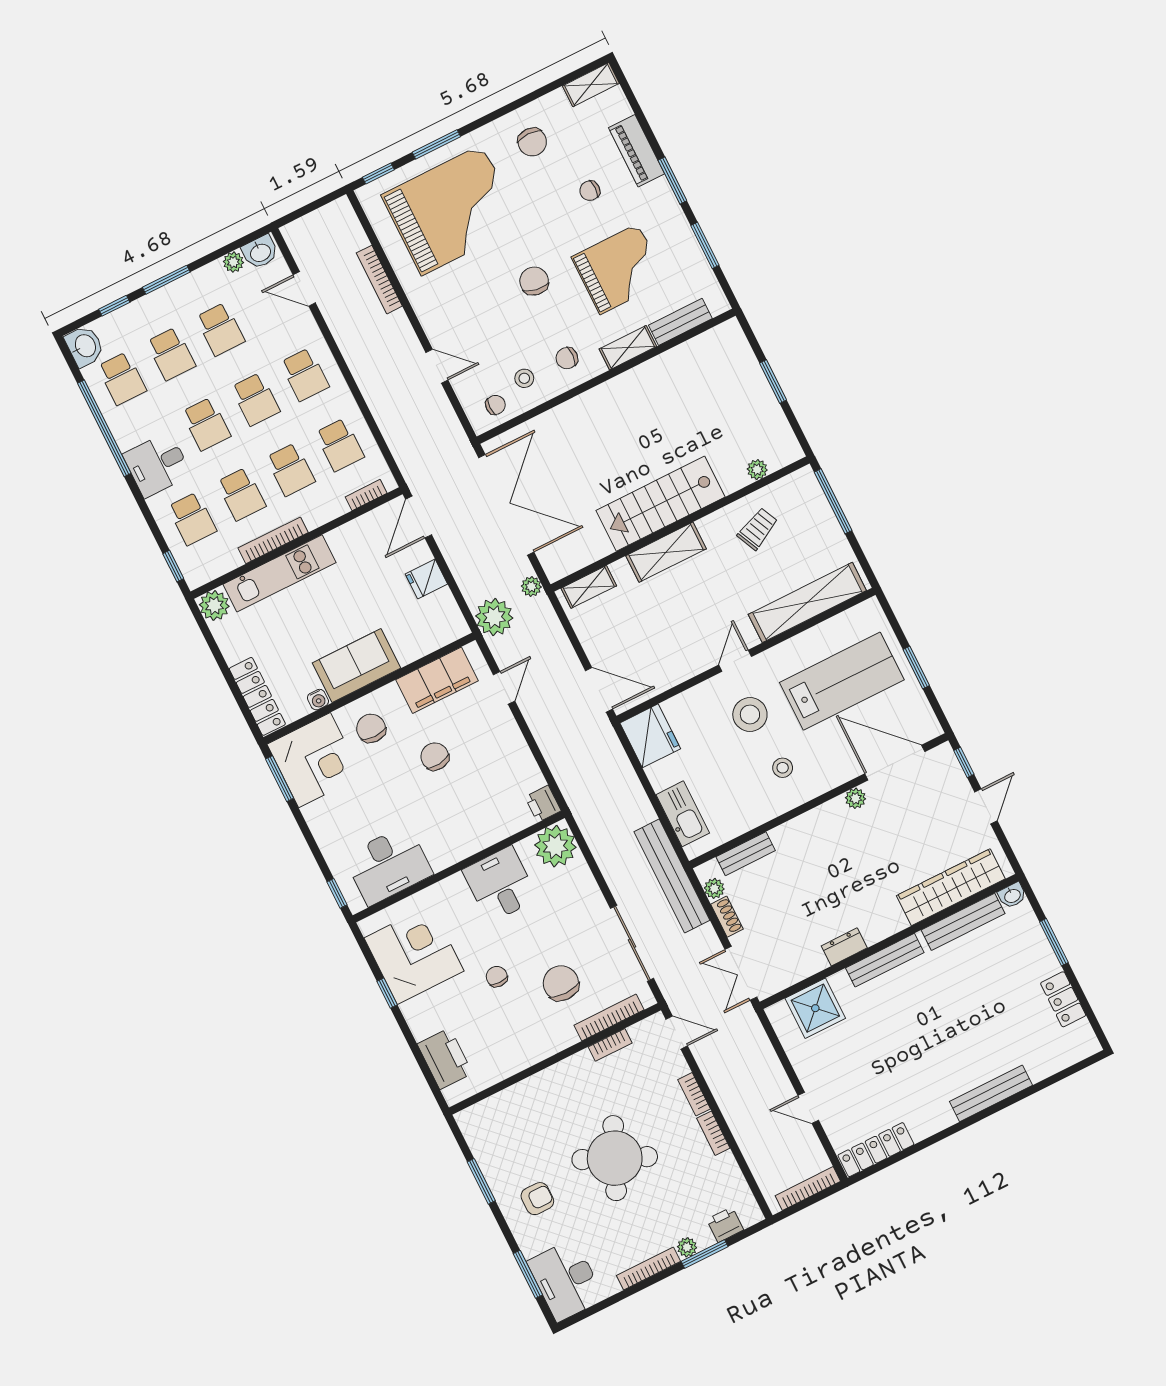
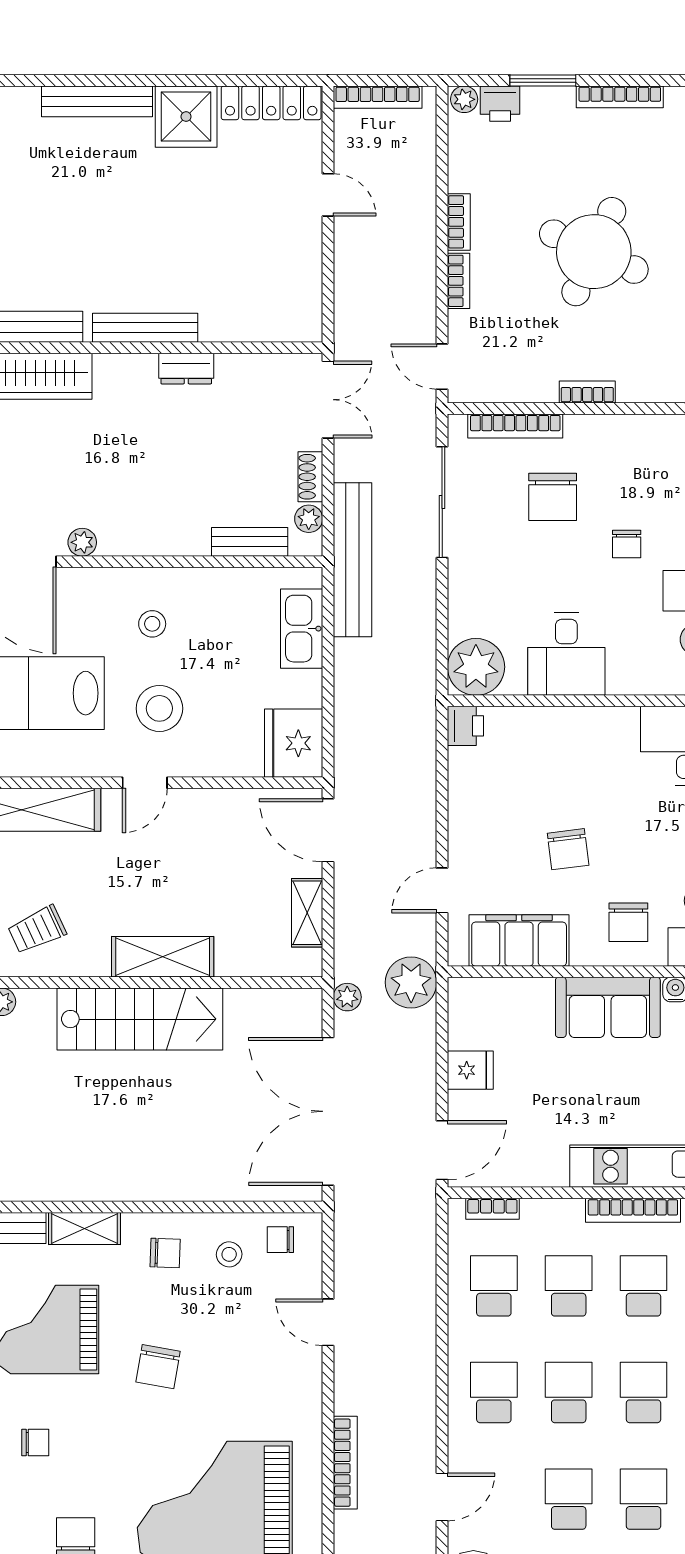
door: (304, 289) -> (442, 1497), hinge flipped
shelving: (589, 587) -> (307, 913), moved, turned 90
shower: (815, 1008) -> (186, 117), moved
bookcase: (610, 1045) -> (587, 392), moved
plant: (687, 1247) -> (464, 99), moved

